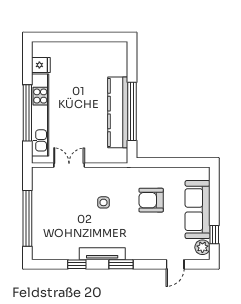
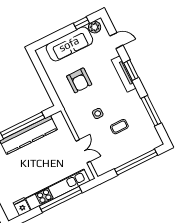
double door: (69, 165) -> (83, 151), swing flipped
coffee table: (77, 219) -> (119, 127), added
tv unit: (102, 254) -> (124, 74), moved
window: (77, 264) -> (151, 111), width x2.17
window: (121, 264) -> (131, 70), moved

